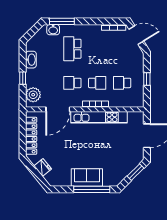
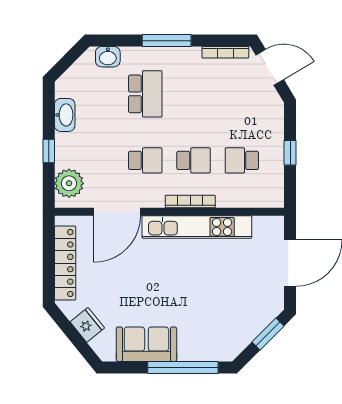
window: (62, 21) -> (167, 41), moved
school desk: (72, 49) -> (145, 94), turned 180
school desk: (72, 83) -> (145, 160), turned 180
sofa: (87, 178) -> (146, 344), moved

